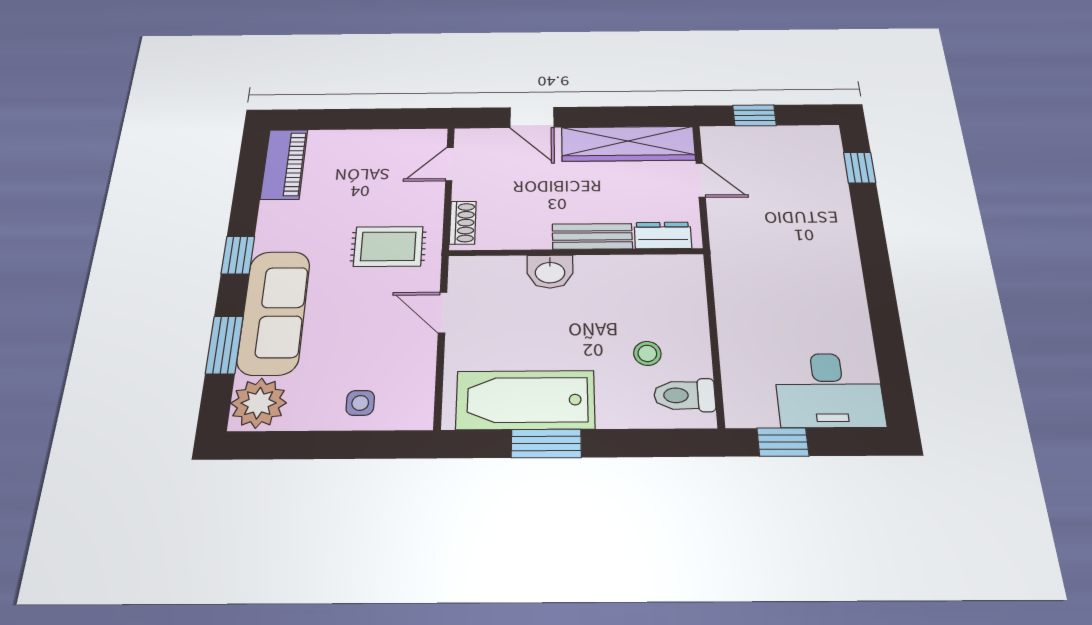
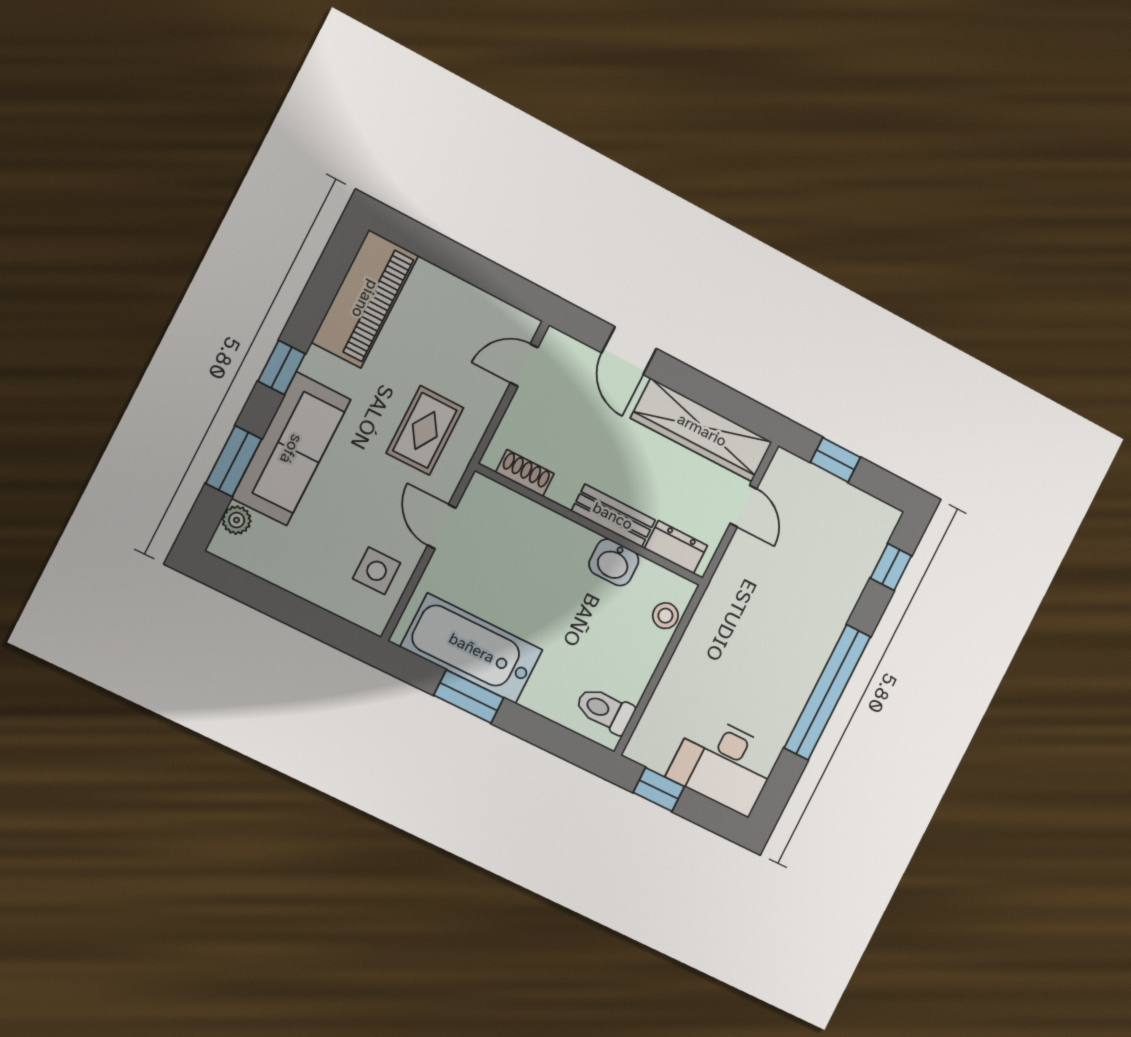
piano: (284, 164) -> (365, 299), width x1.37, depth x1.33
shoe rack: (463, 223) -> (525, 473), moved, turned -90
rug: (388, 246) -> (425, 430), turned 90
washbasin: (550, 272) -> (614, 562), moved
window: (879, 286) -> (827, 692), added
stool: (647, 353) -> (665, 616), moved
plant: (259, 403) -> (237, 520), width x0.53, depth x0.53
side table: (360, 403) -> (377, 571), moved, width x1.37, depth x1.37

